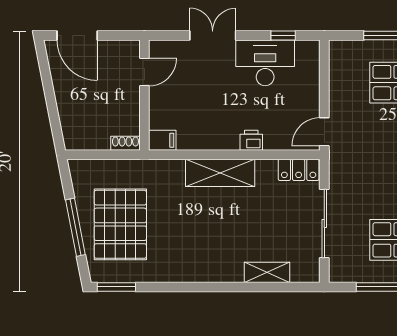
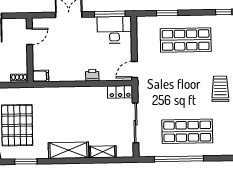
window: (283, 36) -> (110, 14), width x2.17
desk: (265, 63) -> (114, 30), moved
shelving: (220, 173) -> (68, 150), moved
window: (116, 287) -> (26, 162), moved

